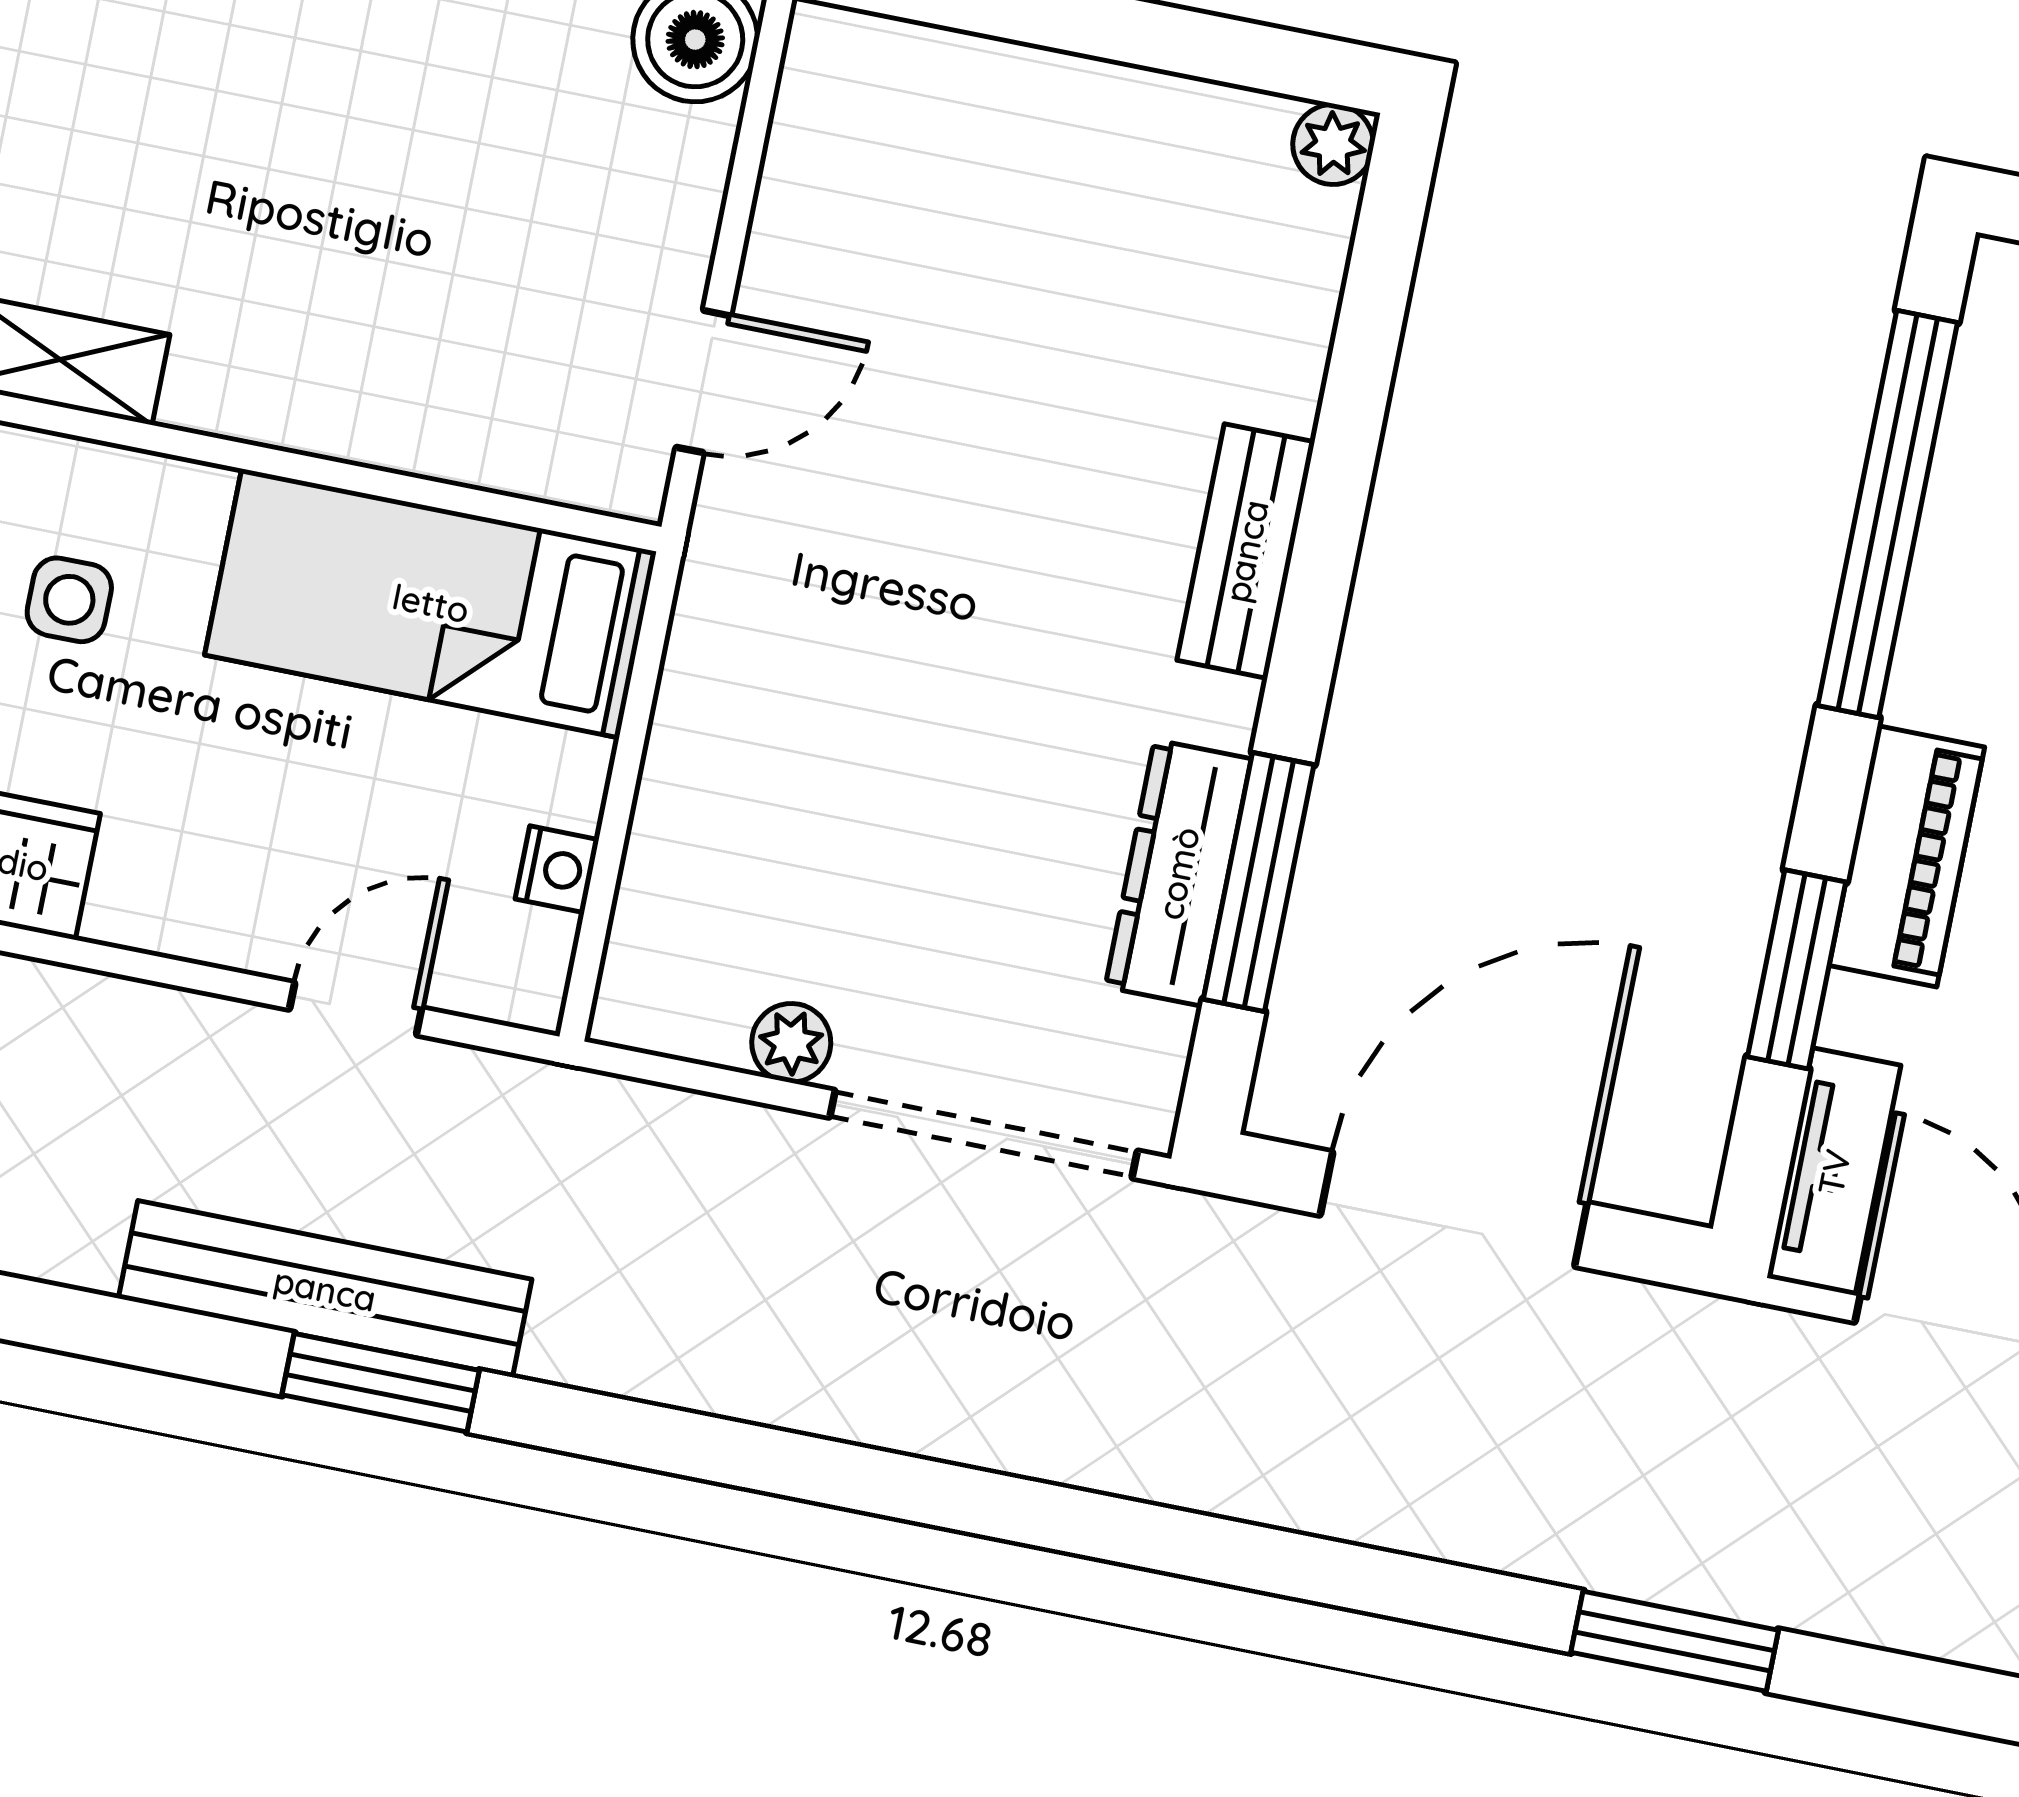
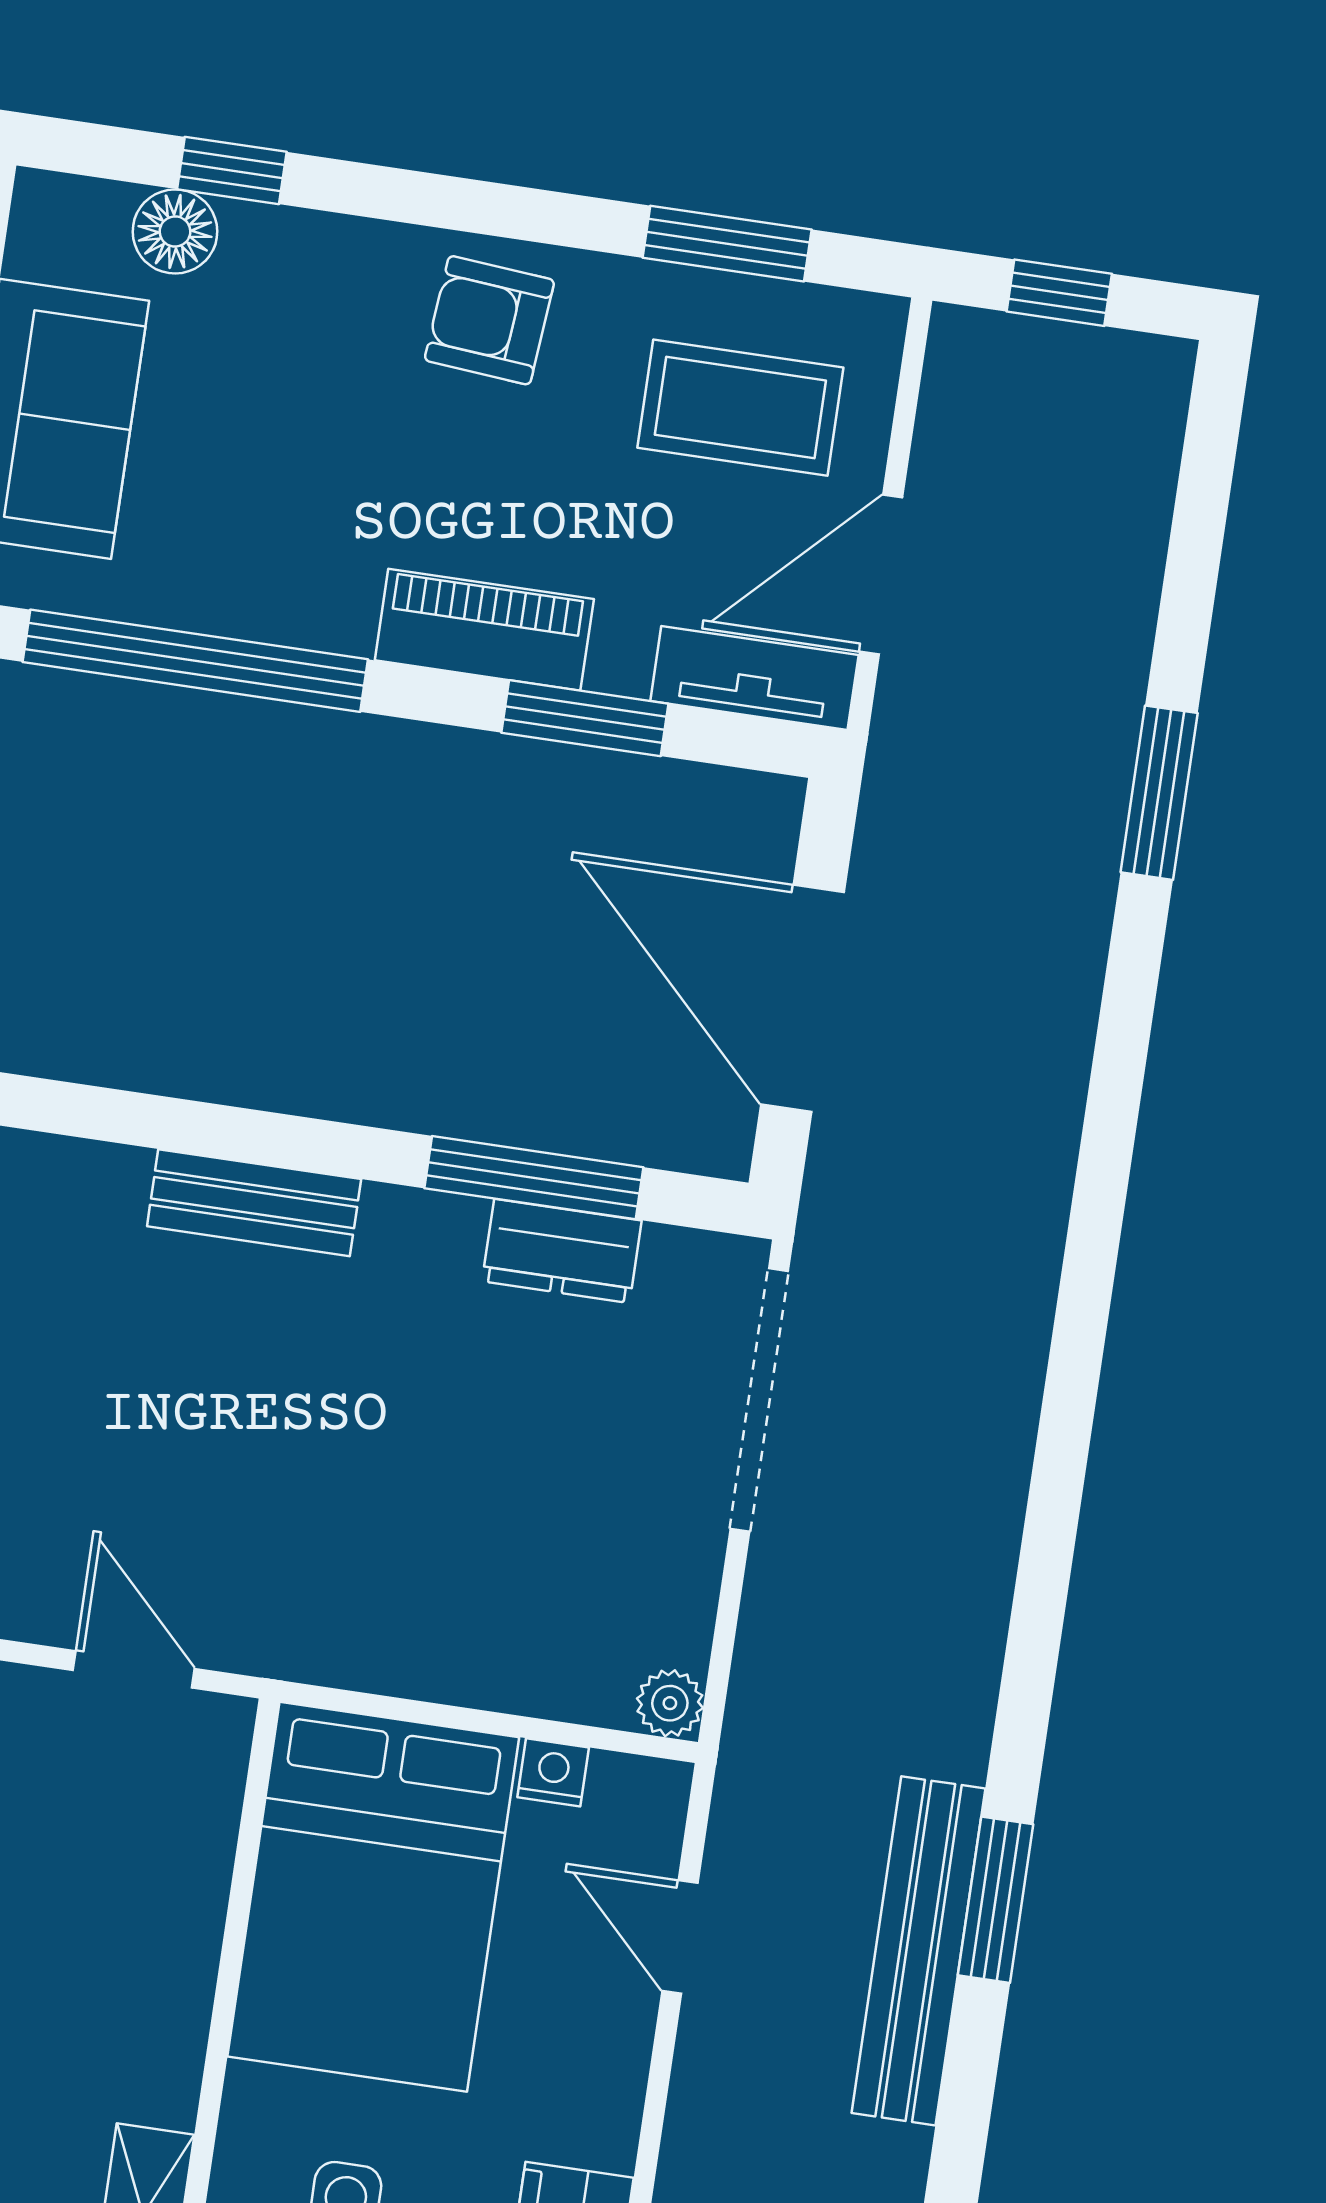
bed: (431, 603) -> (373, 1897), width x1.50
dresser: (1178, 873) -> (562, 1251), width x0.70
plant: (791, 1043) -> (670, 1703), moved

